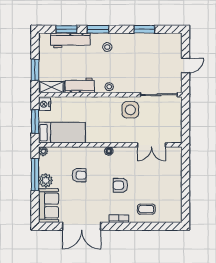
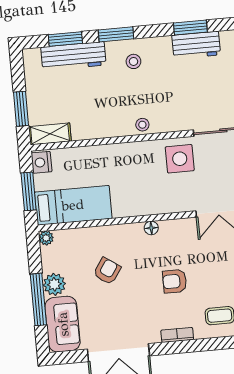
workbench: (80, 85) -> (196, 45), moved, turned 180
window: (35, 175) -> (38, 299), moved
armchair: (79, 175) -> (107, 271), turned -56

